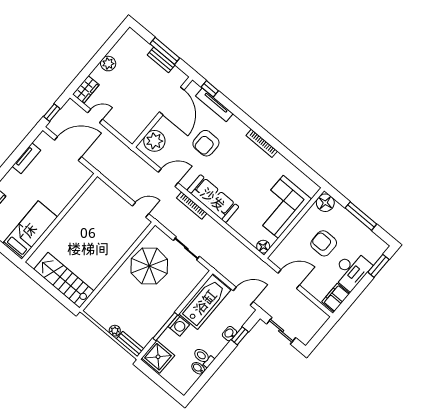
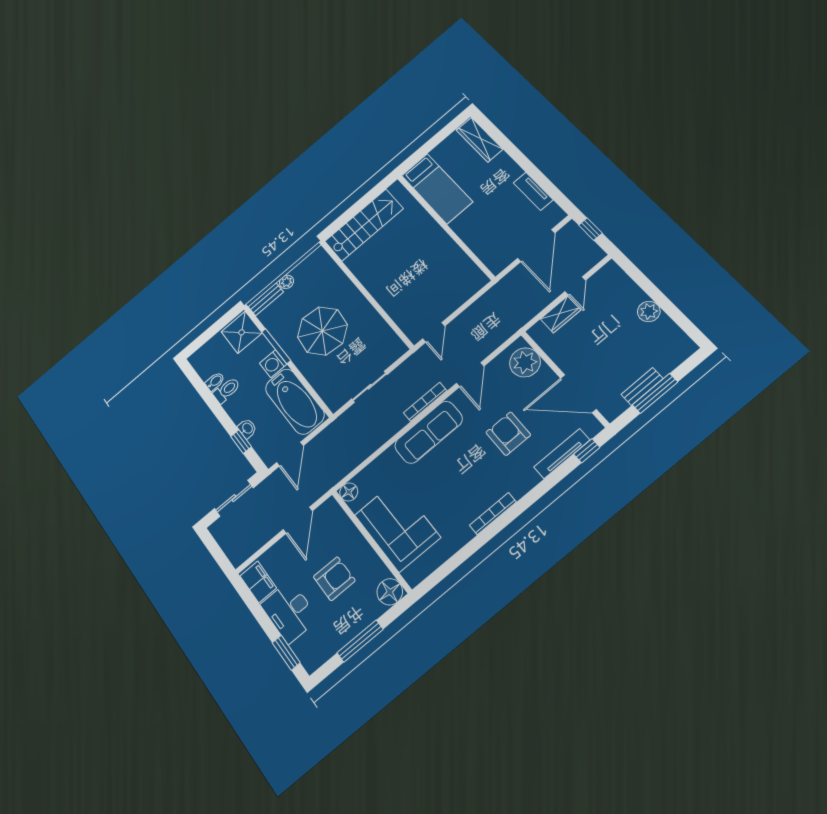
wardrobe: (86, 90) -> (560, 315), moved, turned -90
parasol: (149, 266) -> (322, 331), moved

